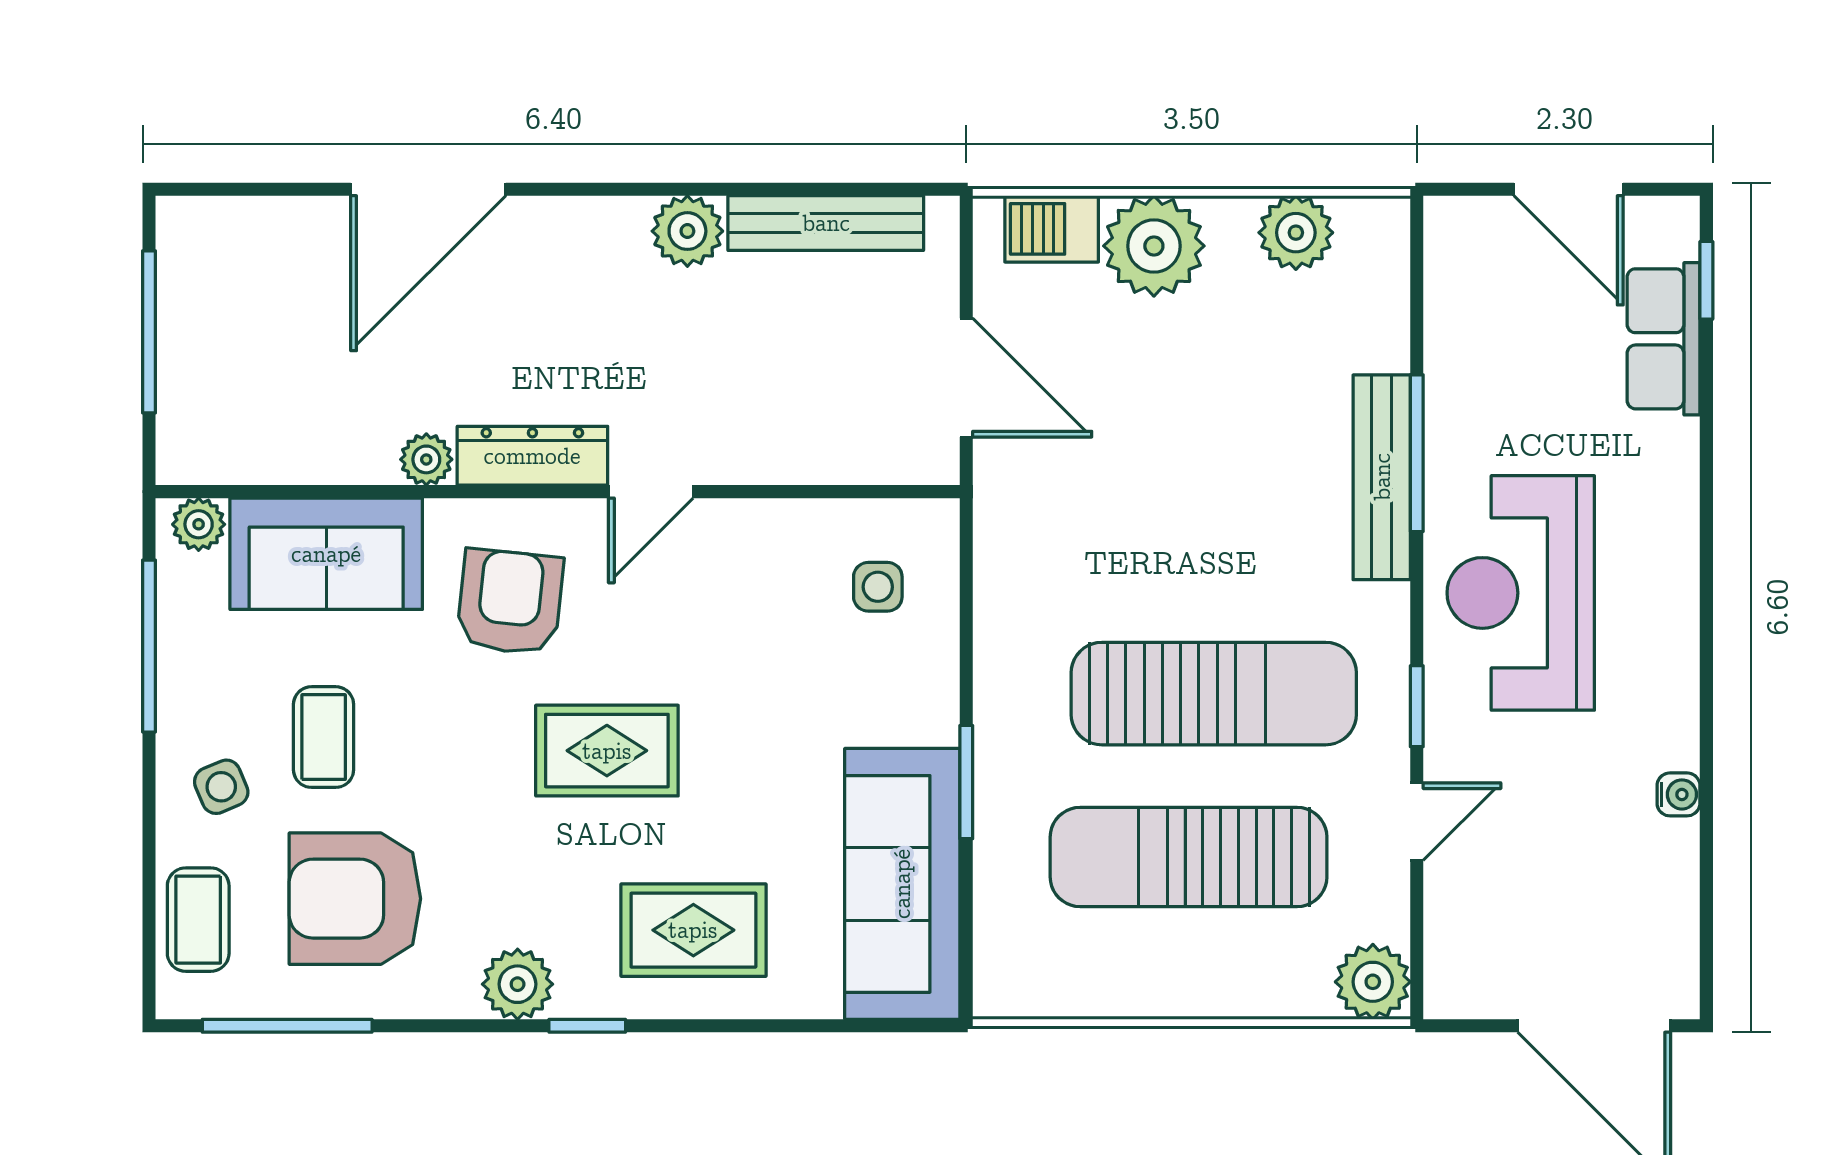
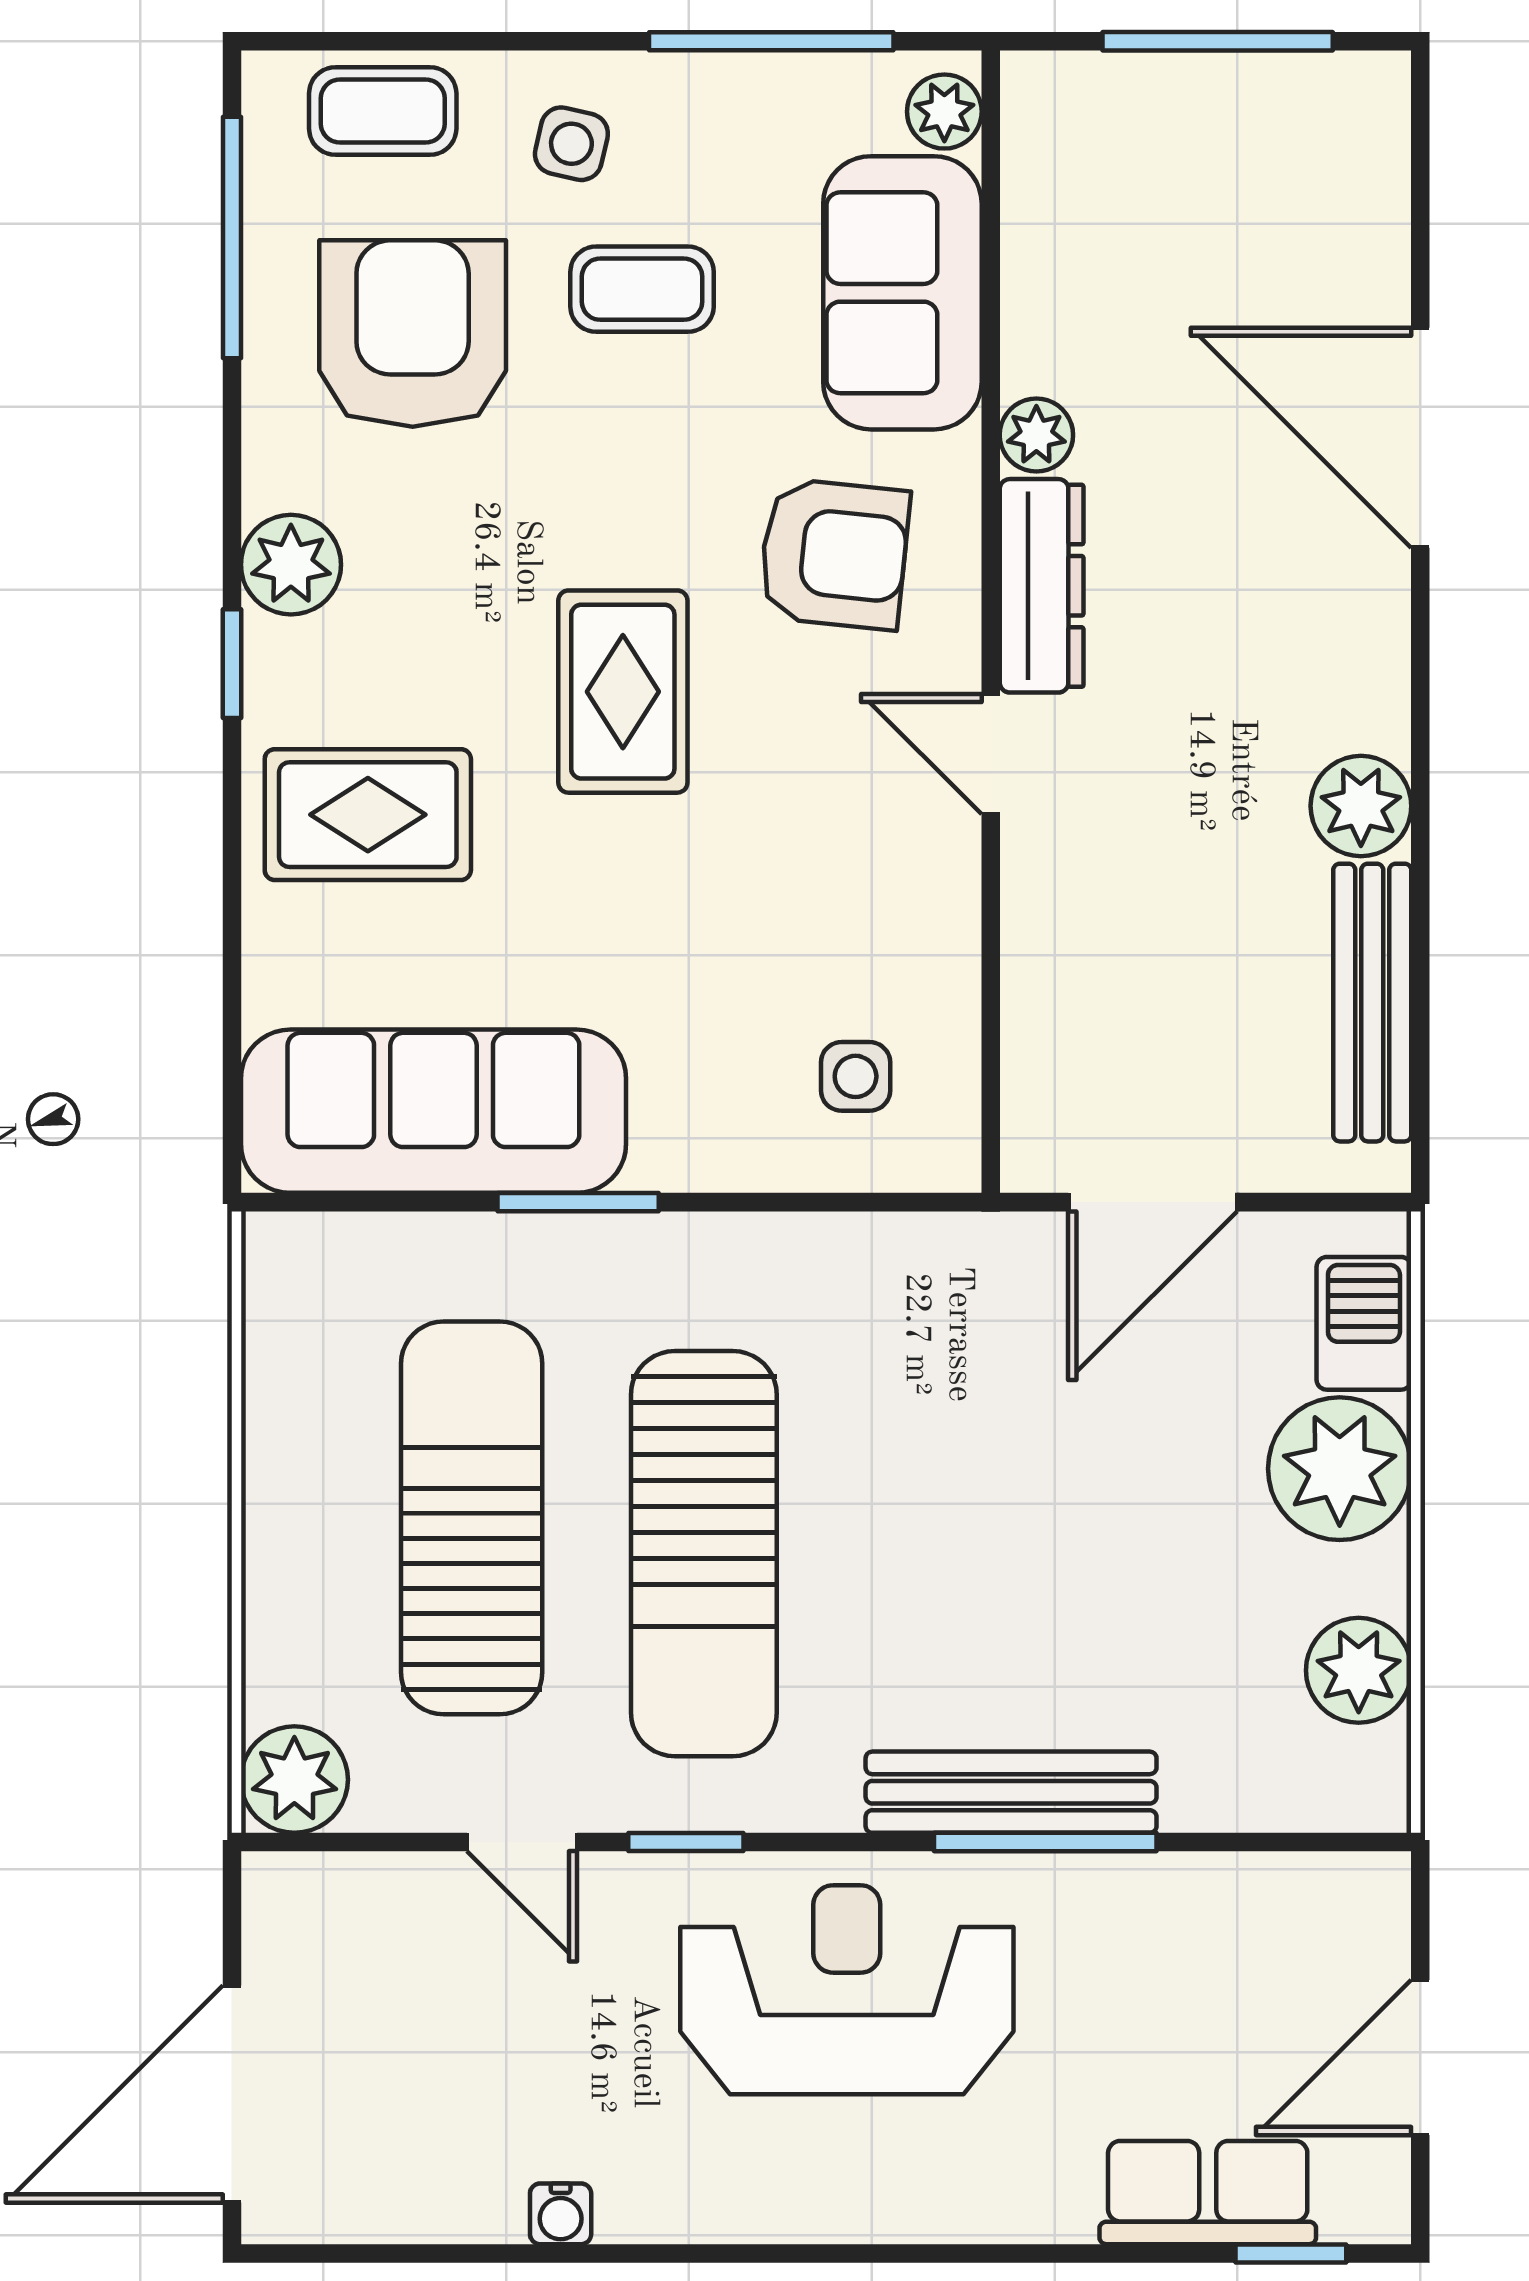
side table: (221, 787) -> (571, 144), turned 36
rug: (693, 930) -> (368, 815), turned 90

